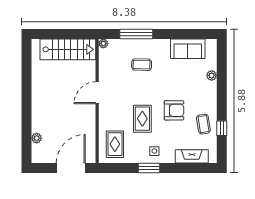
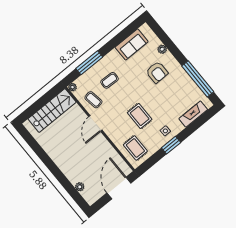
armchair: (174, 110) -> (157, 72), moved, turned 90
coffee table: (203, 124) -> (93, 100), moved
window: (222, 128) -> (198, 79), width x3.17

